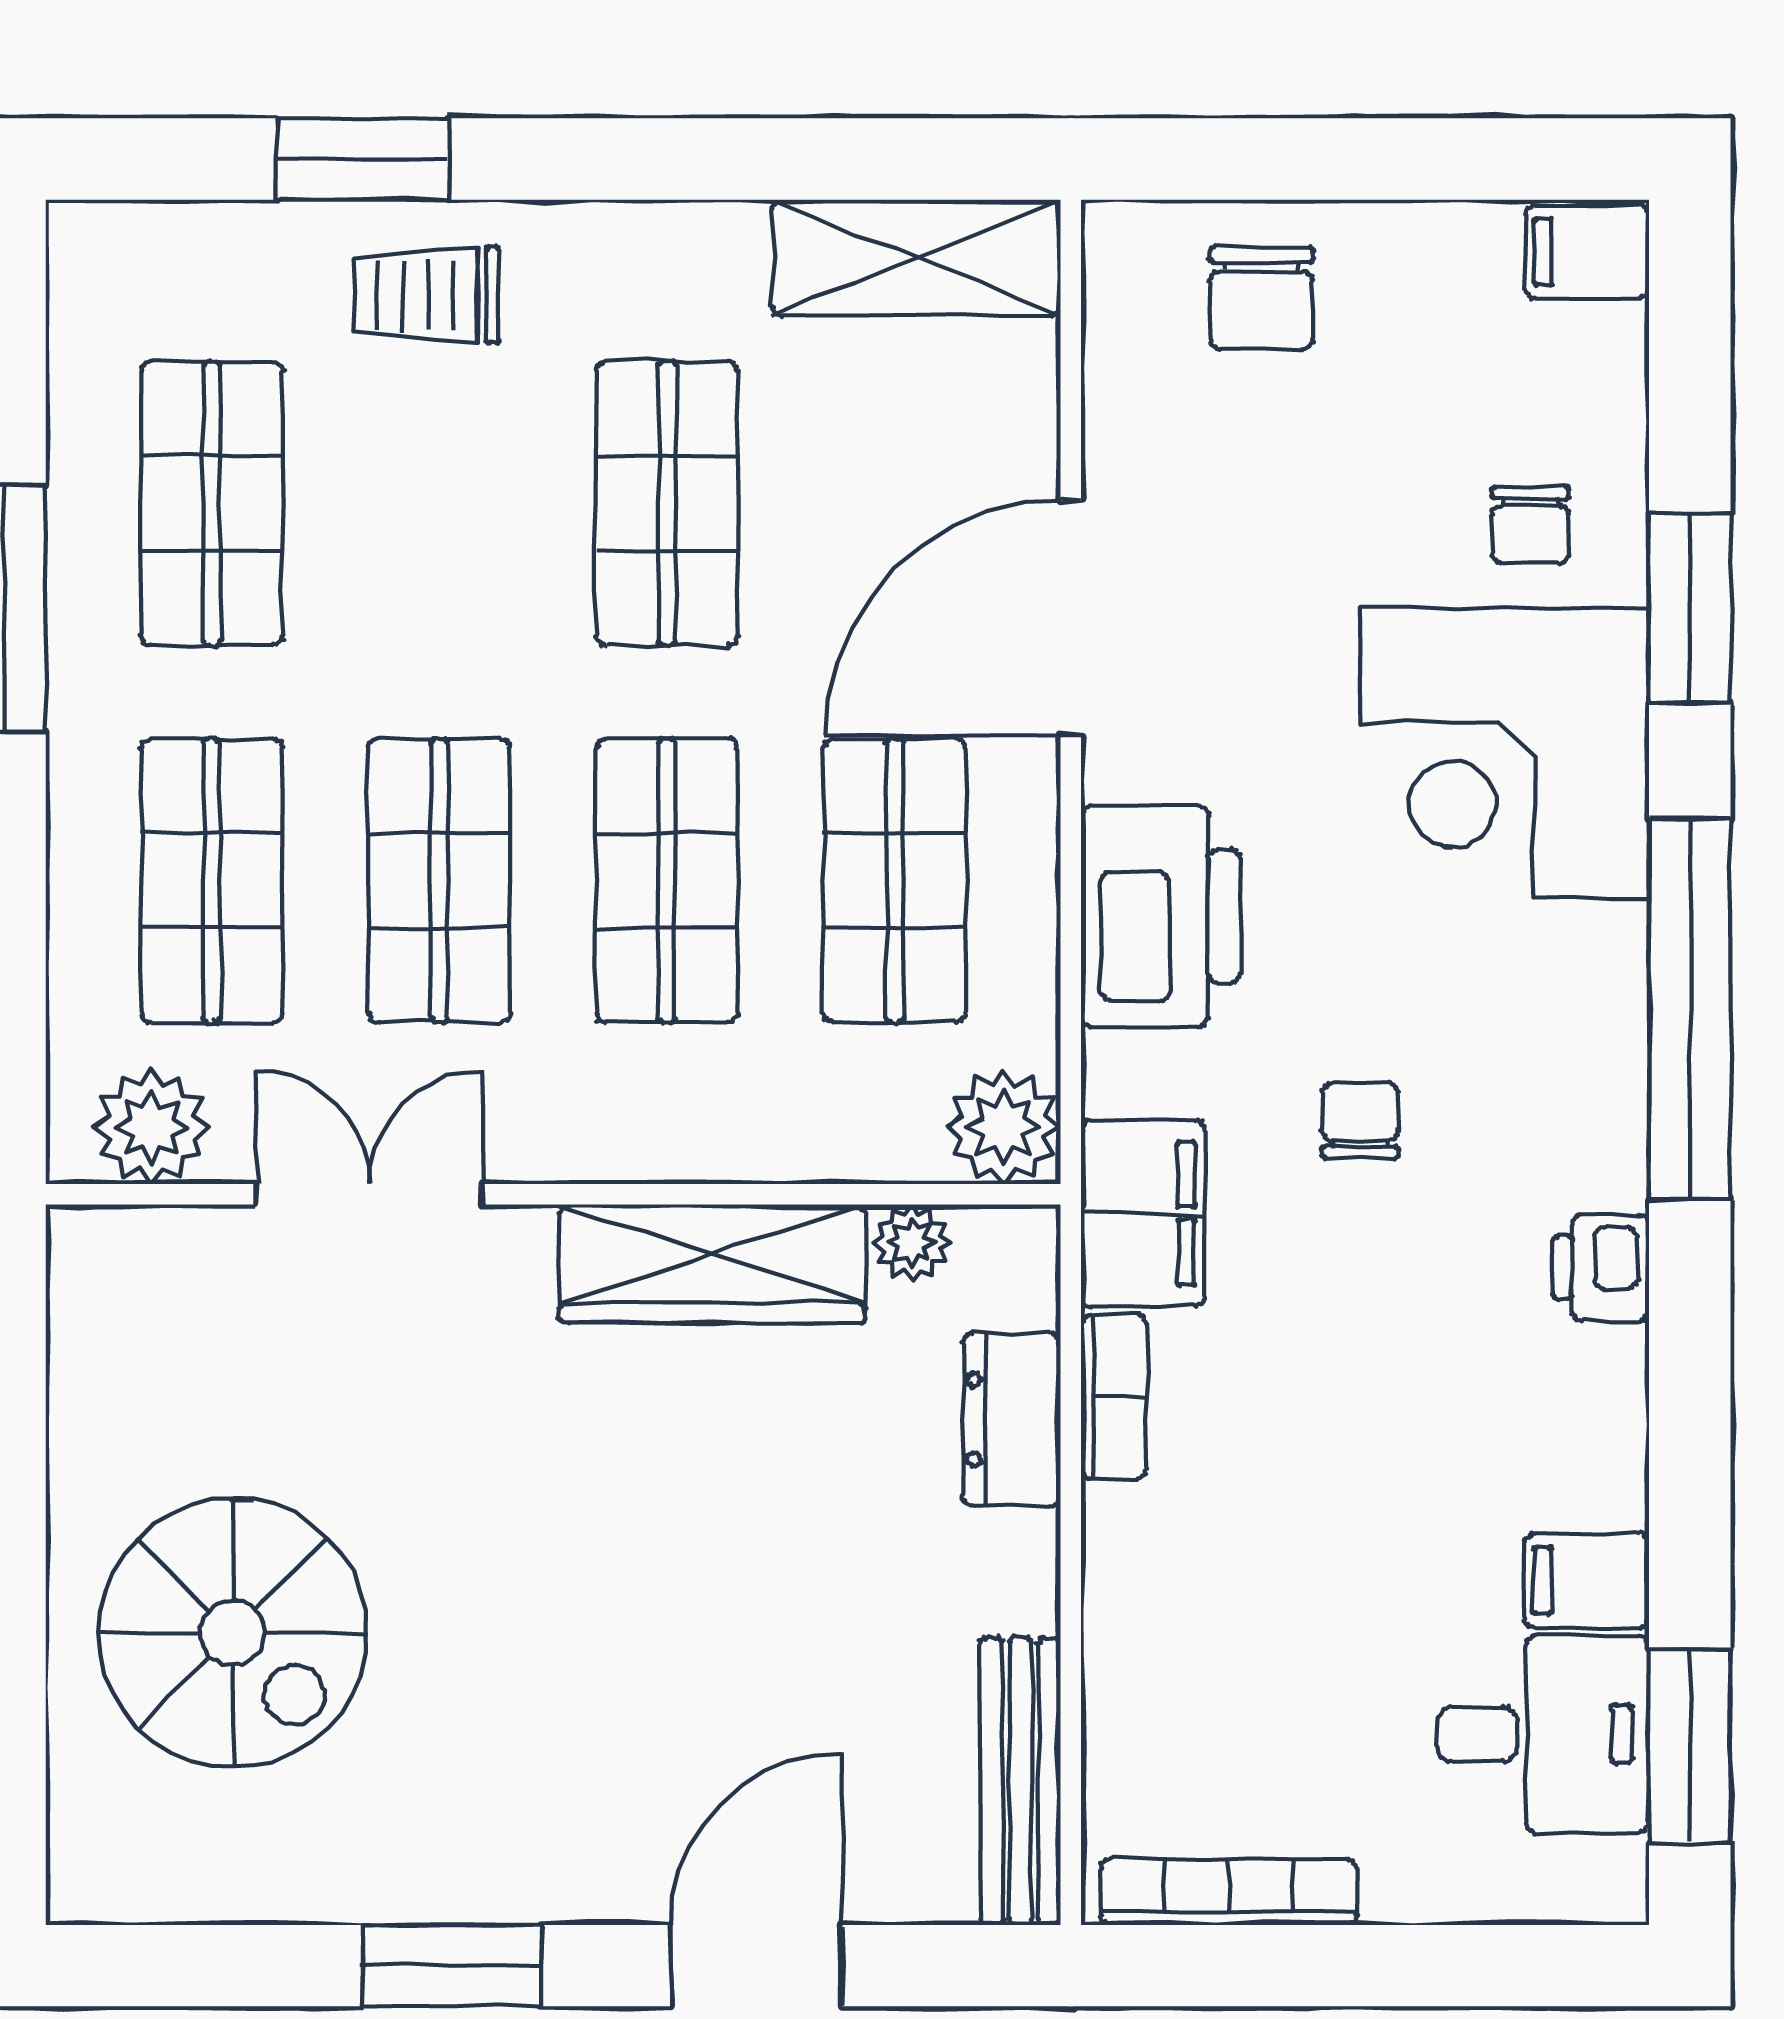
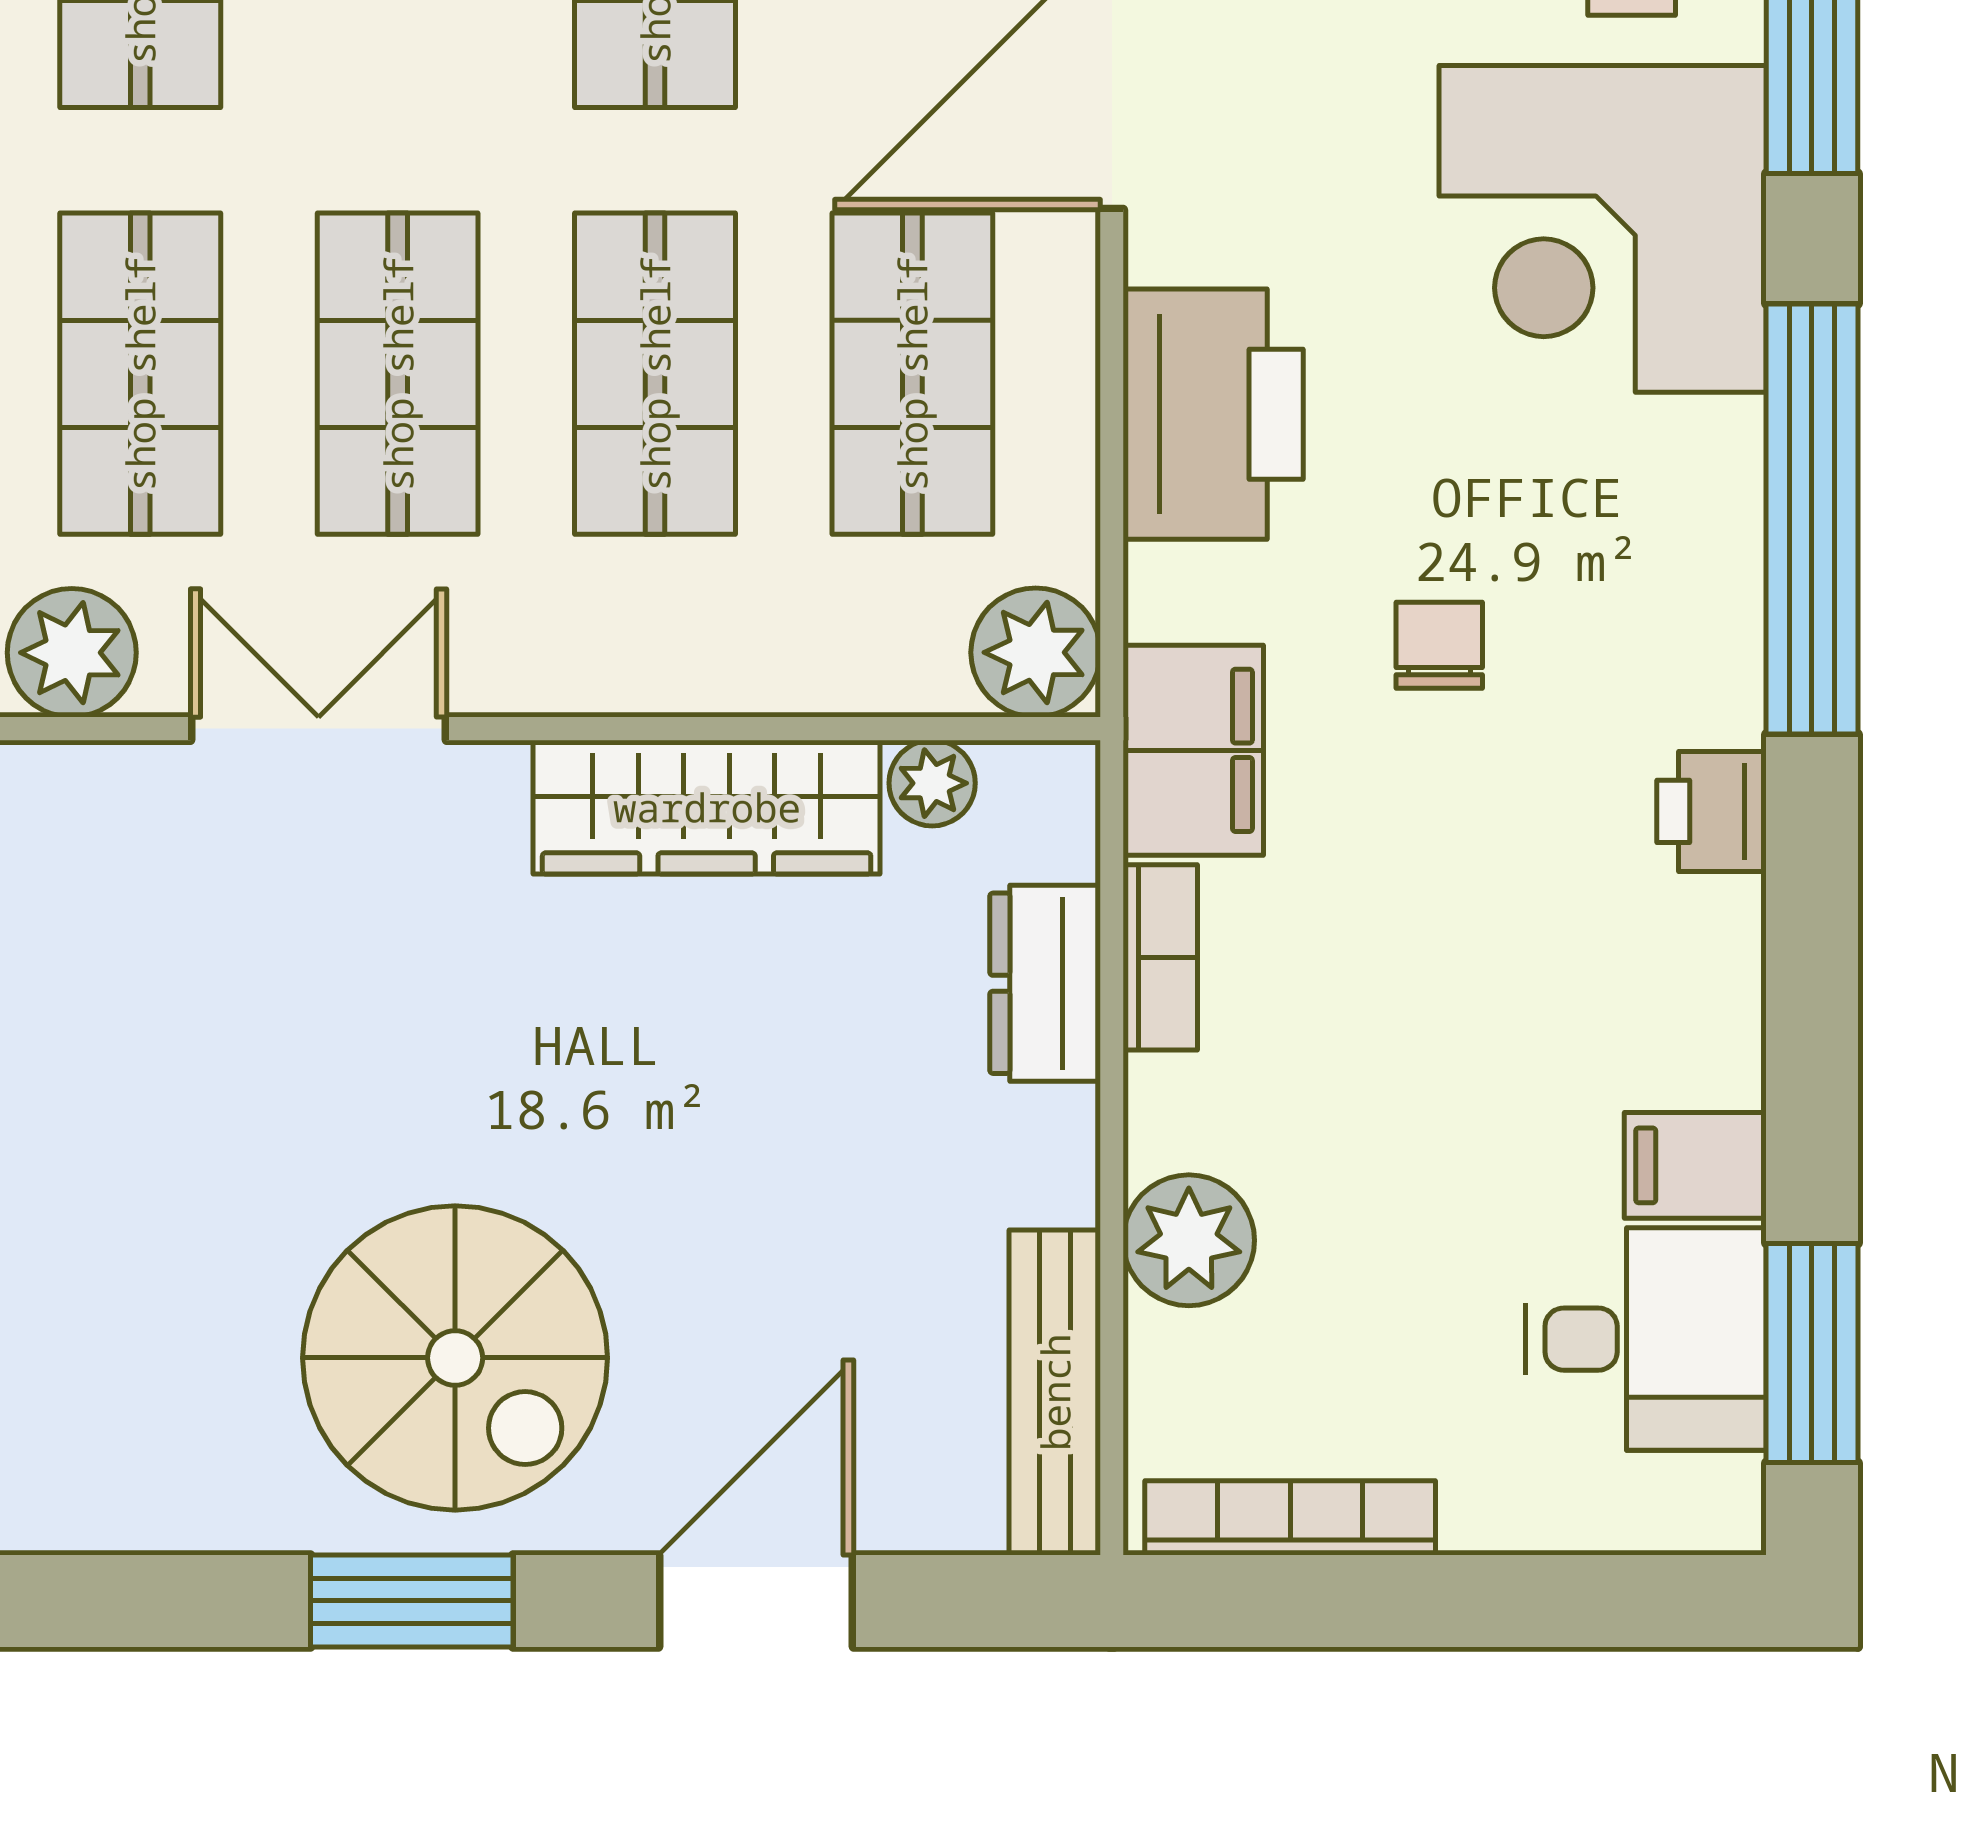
spiral stairs: (233, 1633) -> (455, 1358), moved
plant: (1139, 1647) -> (1189, 1240), added

